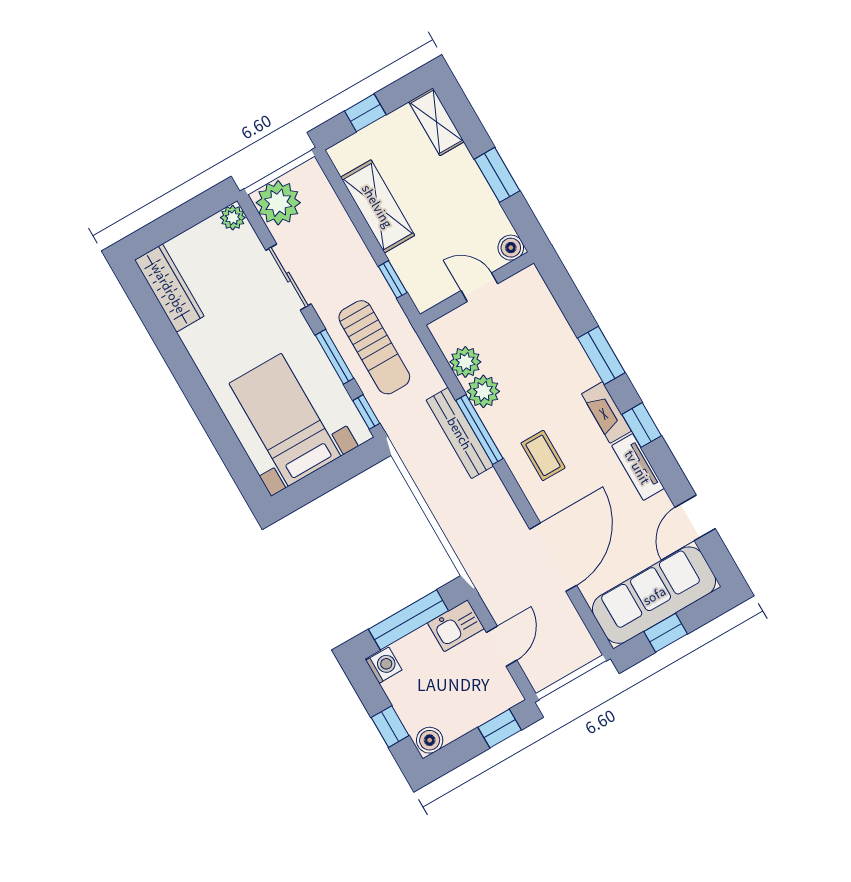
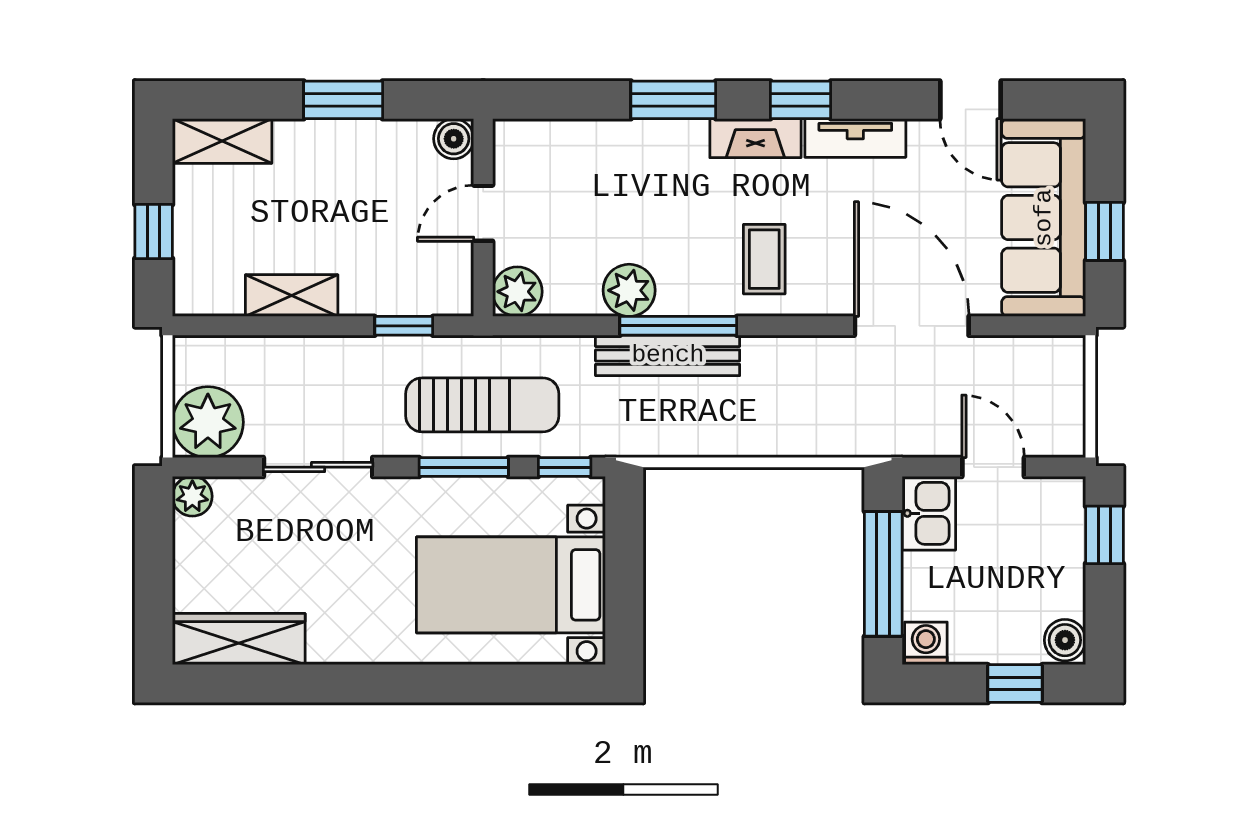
shelving: (378, 206) -> (292, 296), width x0.67, depth x0.75
plant: (465, 362) -> (517, 292), moved
coffee table: (543, 455) -> (764, 259), turned 90

